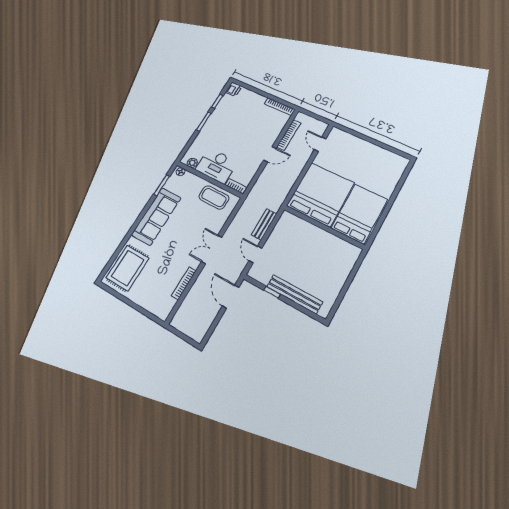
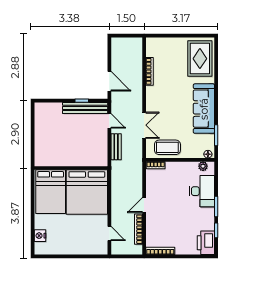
printer: (234, 89) -> (206, 243), width x1.87, depth x1.48
desk: (216, 166) -> (202, 191), moved, turned 90
nightstand: (395, 175) -> (40, 236), added
double door: (212, 249) -> (144, 125), moved
bench: (295, 294) -> (85, 108), moved

